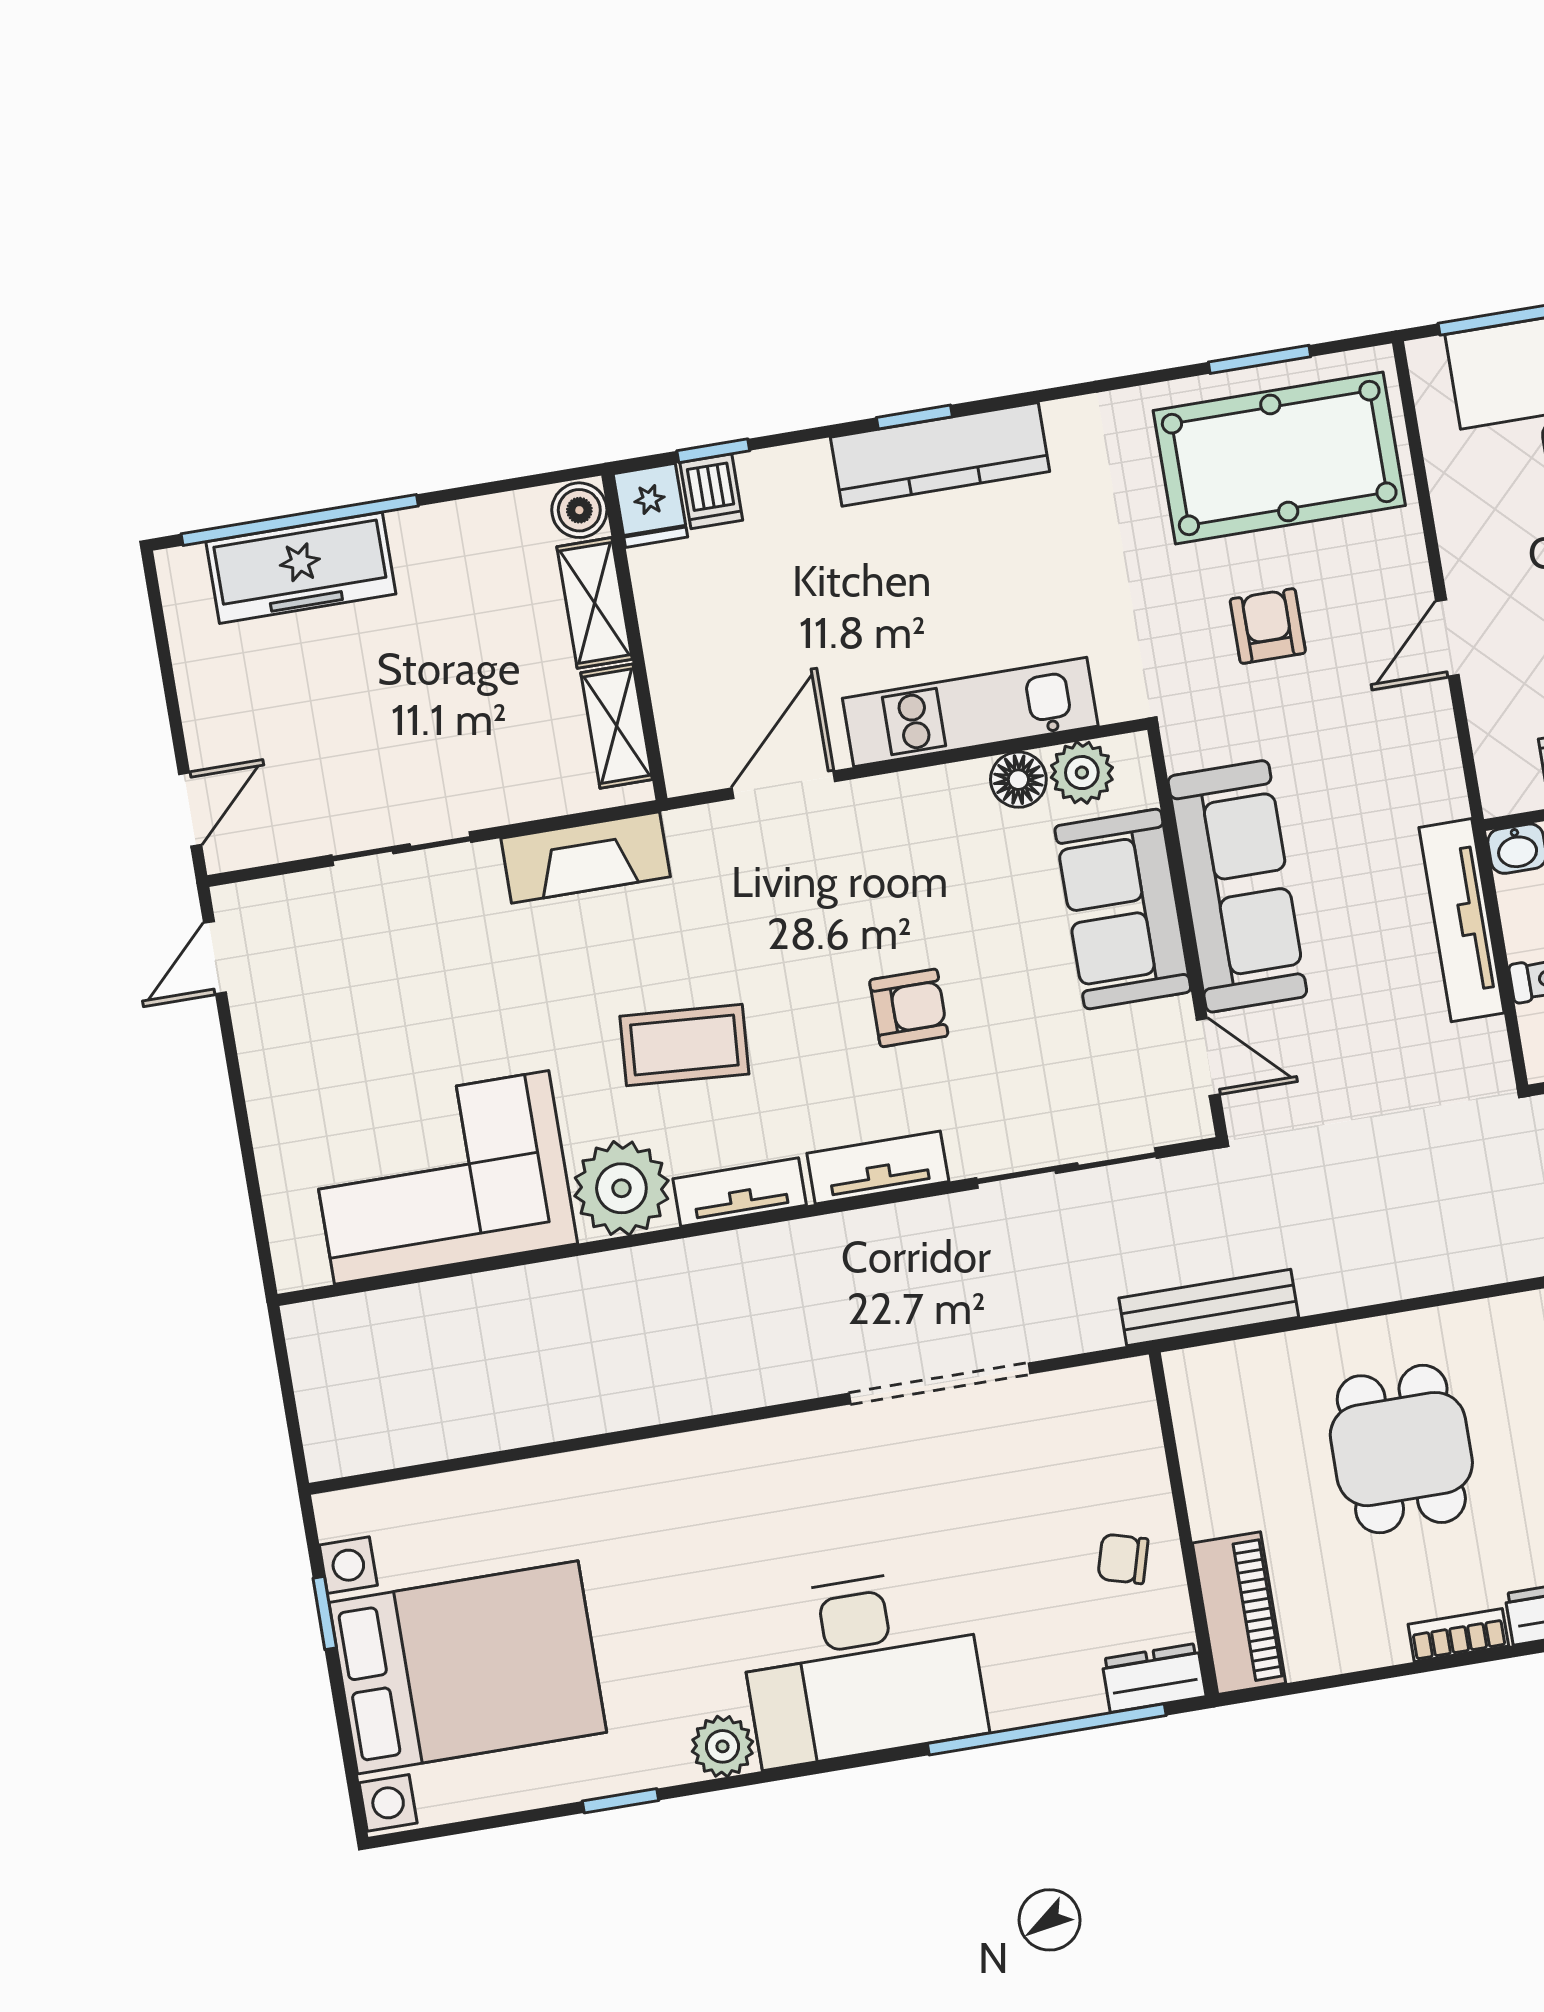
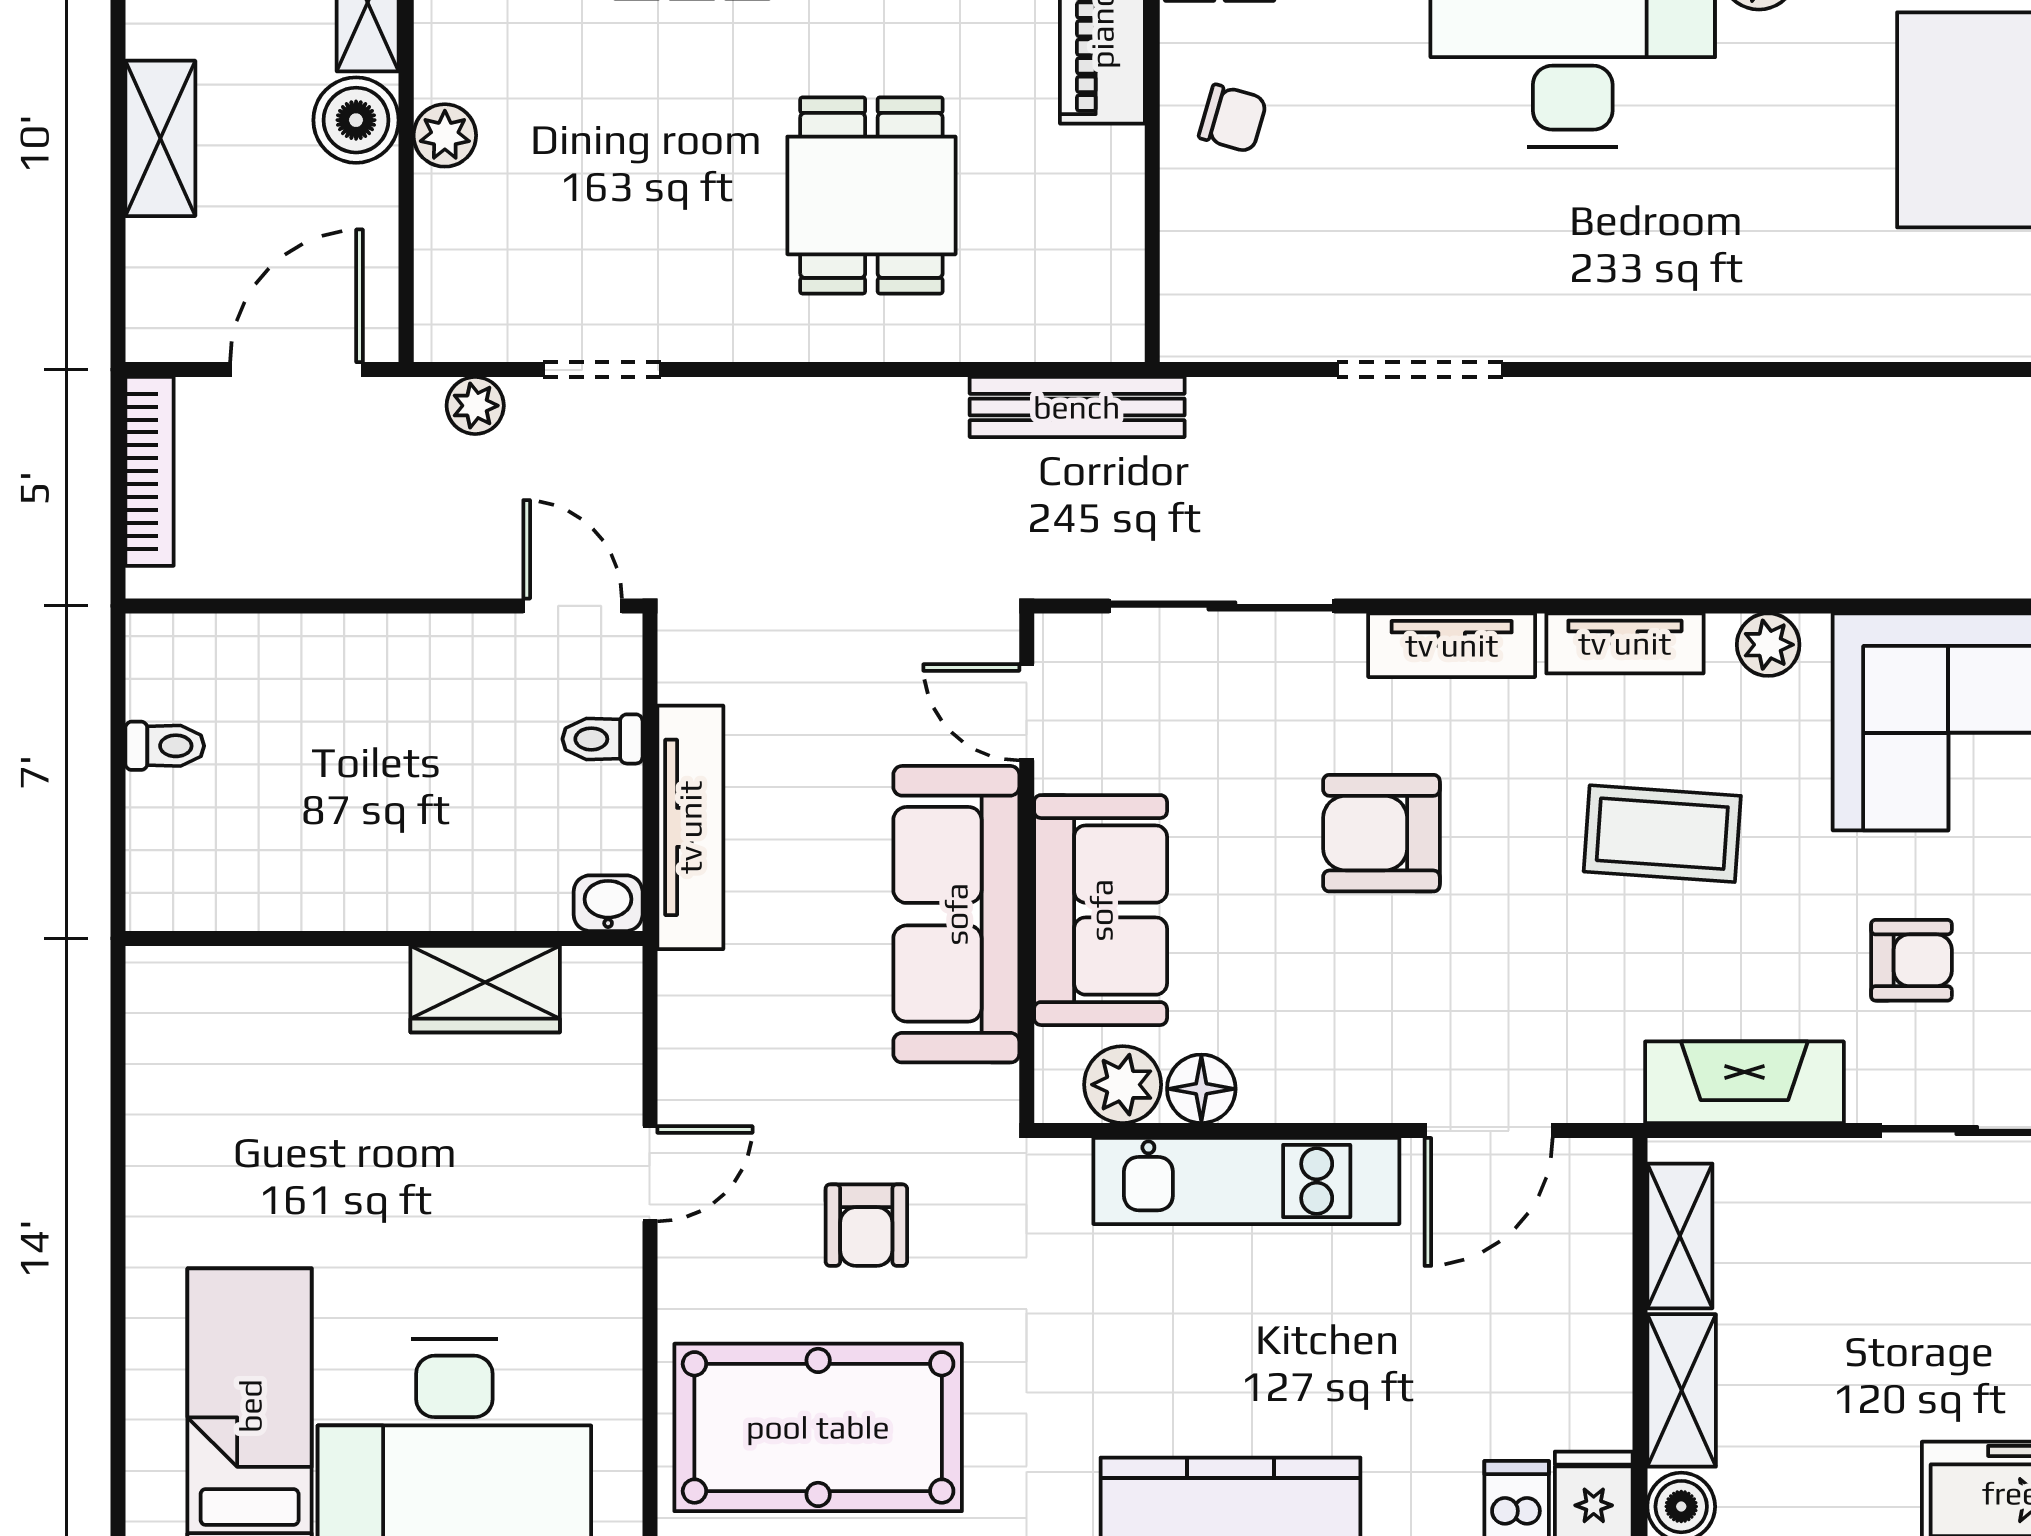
armchair: (468, 977) -> (1911, 960), added
armchair: (909, 1008) -> (1381, 833), width x1.38, depth x1.38
plant: (621, 1188) -> (1768, 645), width x0.53, depth x0.53
doorway: (940, 1383) -> (1420, 370), width x0.73

